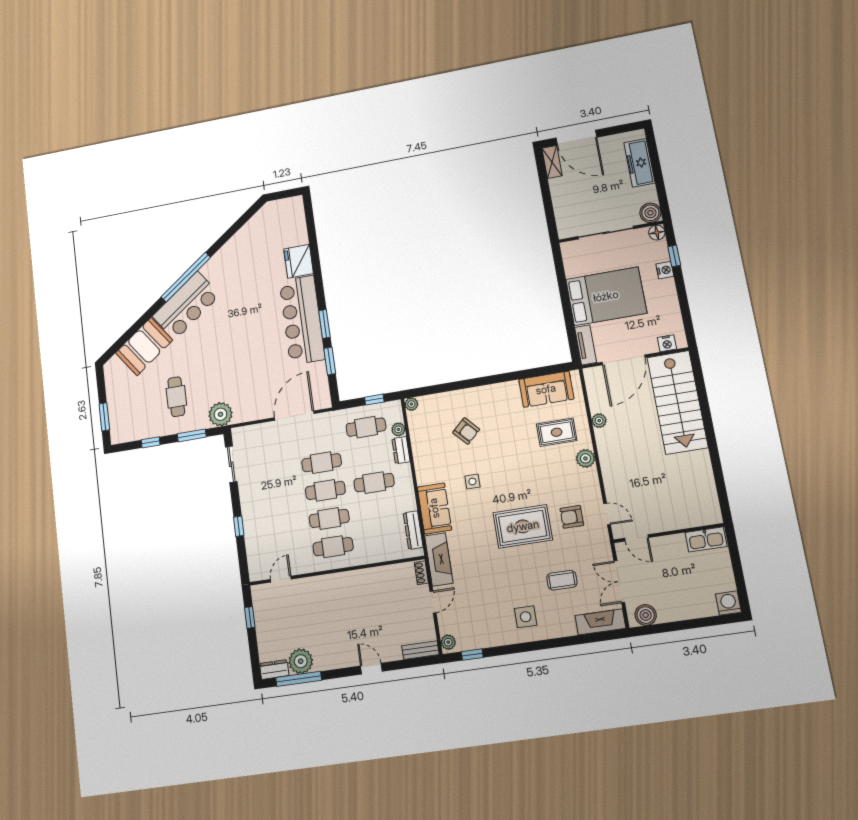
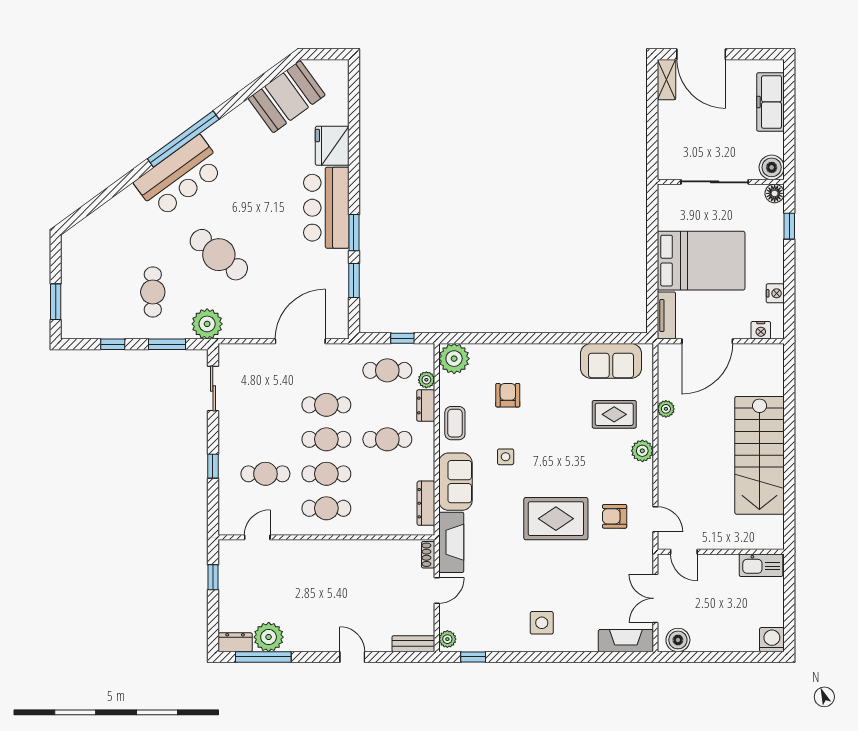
nightstand: (665, 270) -> (775, 293), moved
bar counter: (302, 320) -> (326, 208), width x0.73
booth: (144, 346) -> (287, 97), moved
cafe table: (223, 359) -> (219, 255), added
stairs: (677, 402) -> (759, 455), moved
plant: (411, 404) -> (454, 359), width x1.88, depth x1.88
armchair: (466, 431) -> (508, 395), turned -137
cafe table: (281, 526) -> (265, 474), added
coffee table: (562, 580) -> (455, 423), moved, turned 90

